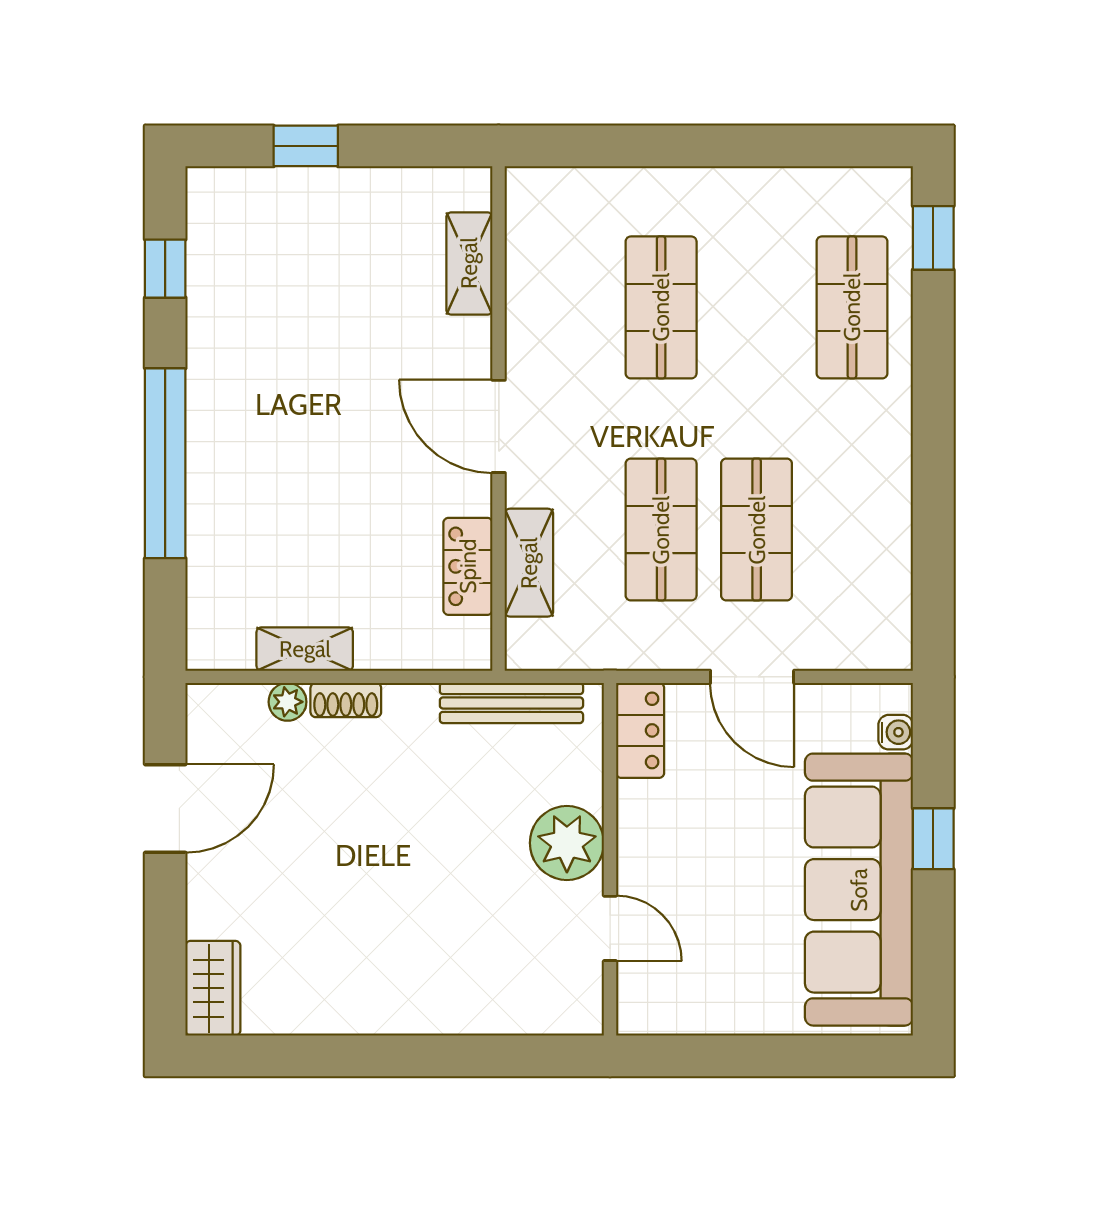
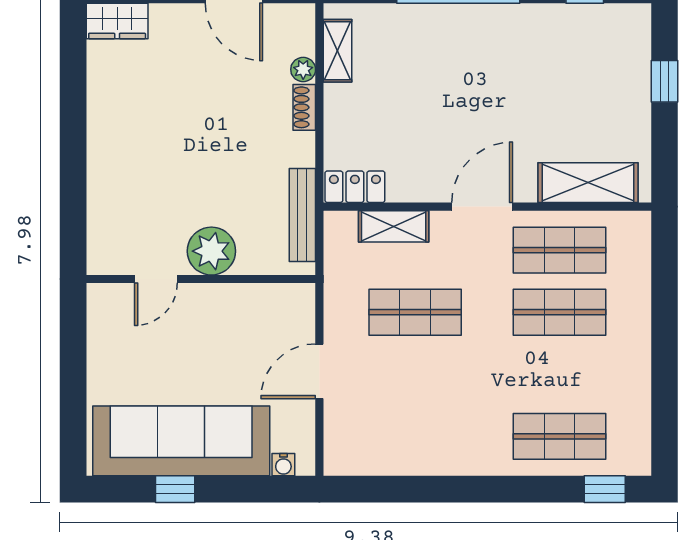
shelving: (469, 263) -> (588, 183), width x1.50, depth x1.33
shop shelf: (757, 530) -> (559, 250), moved
locker: (468, 566) -> (355, 187), moved
shelving: (305, 649) -> (337, 51), moved
locker: (640, 730) -> (285, 299), removed
window: (933, 839) -> (175, 489), moved

